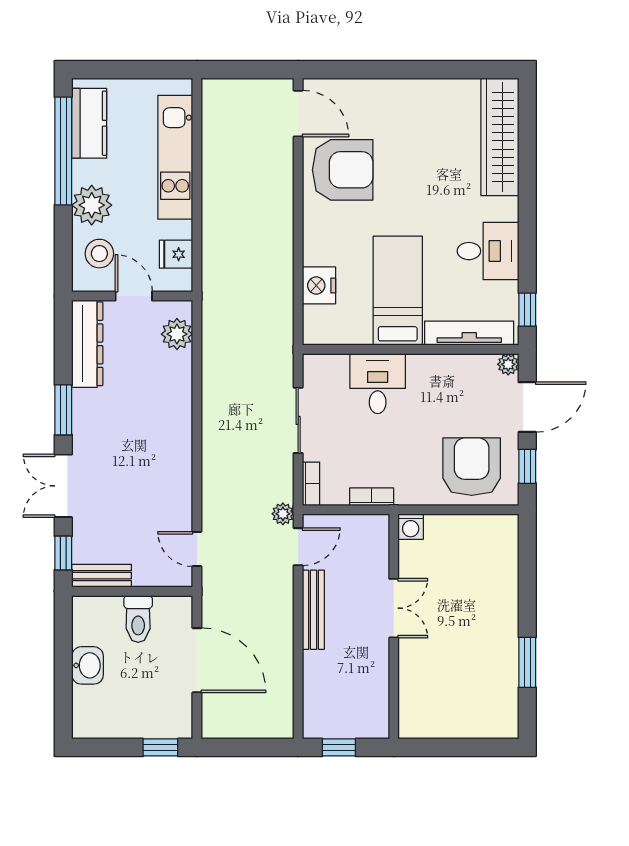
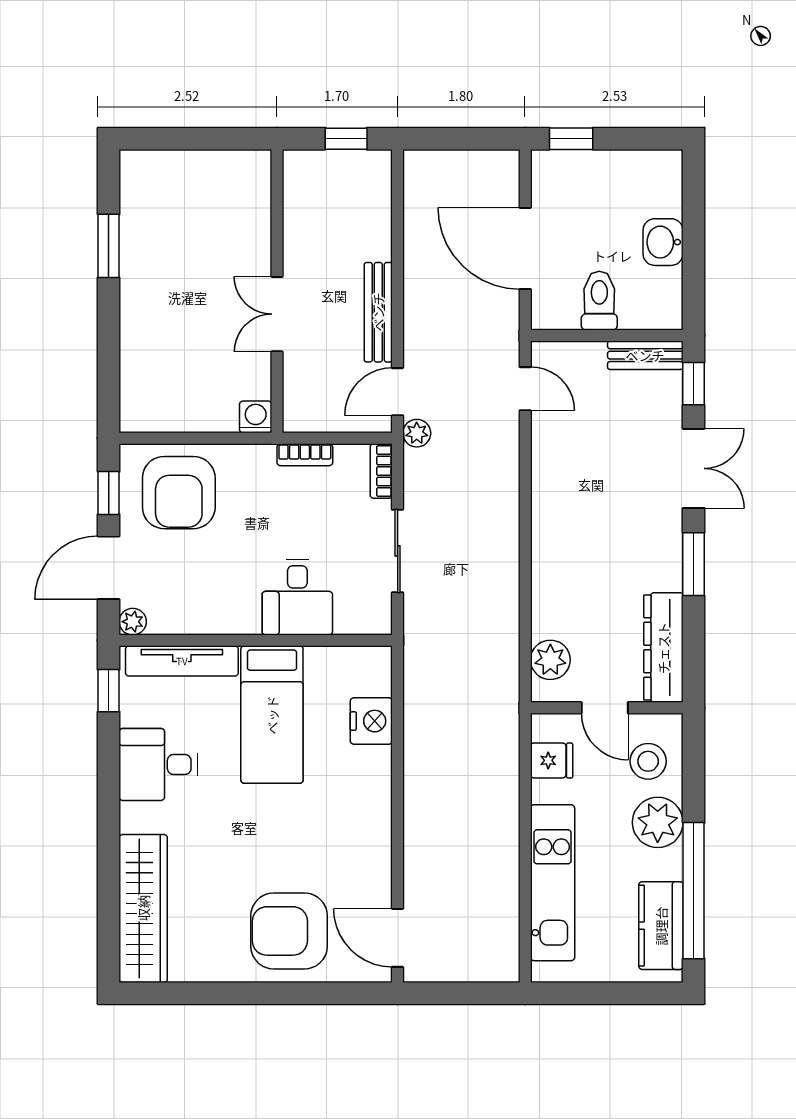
armchair: (343, 170) -> (289, 931), moved

